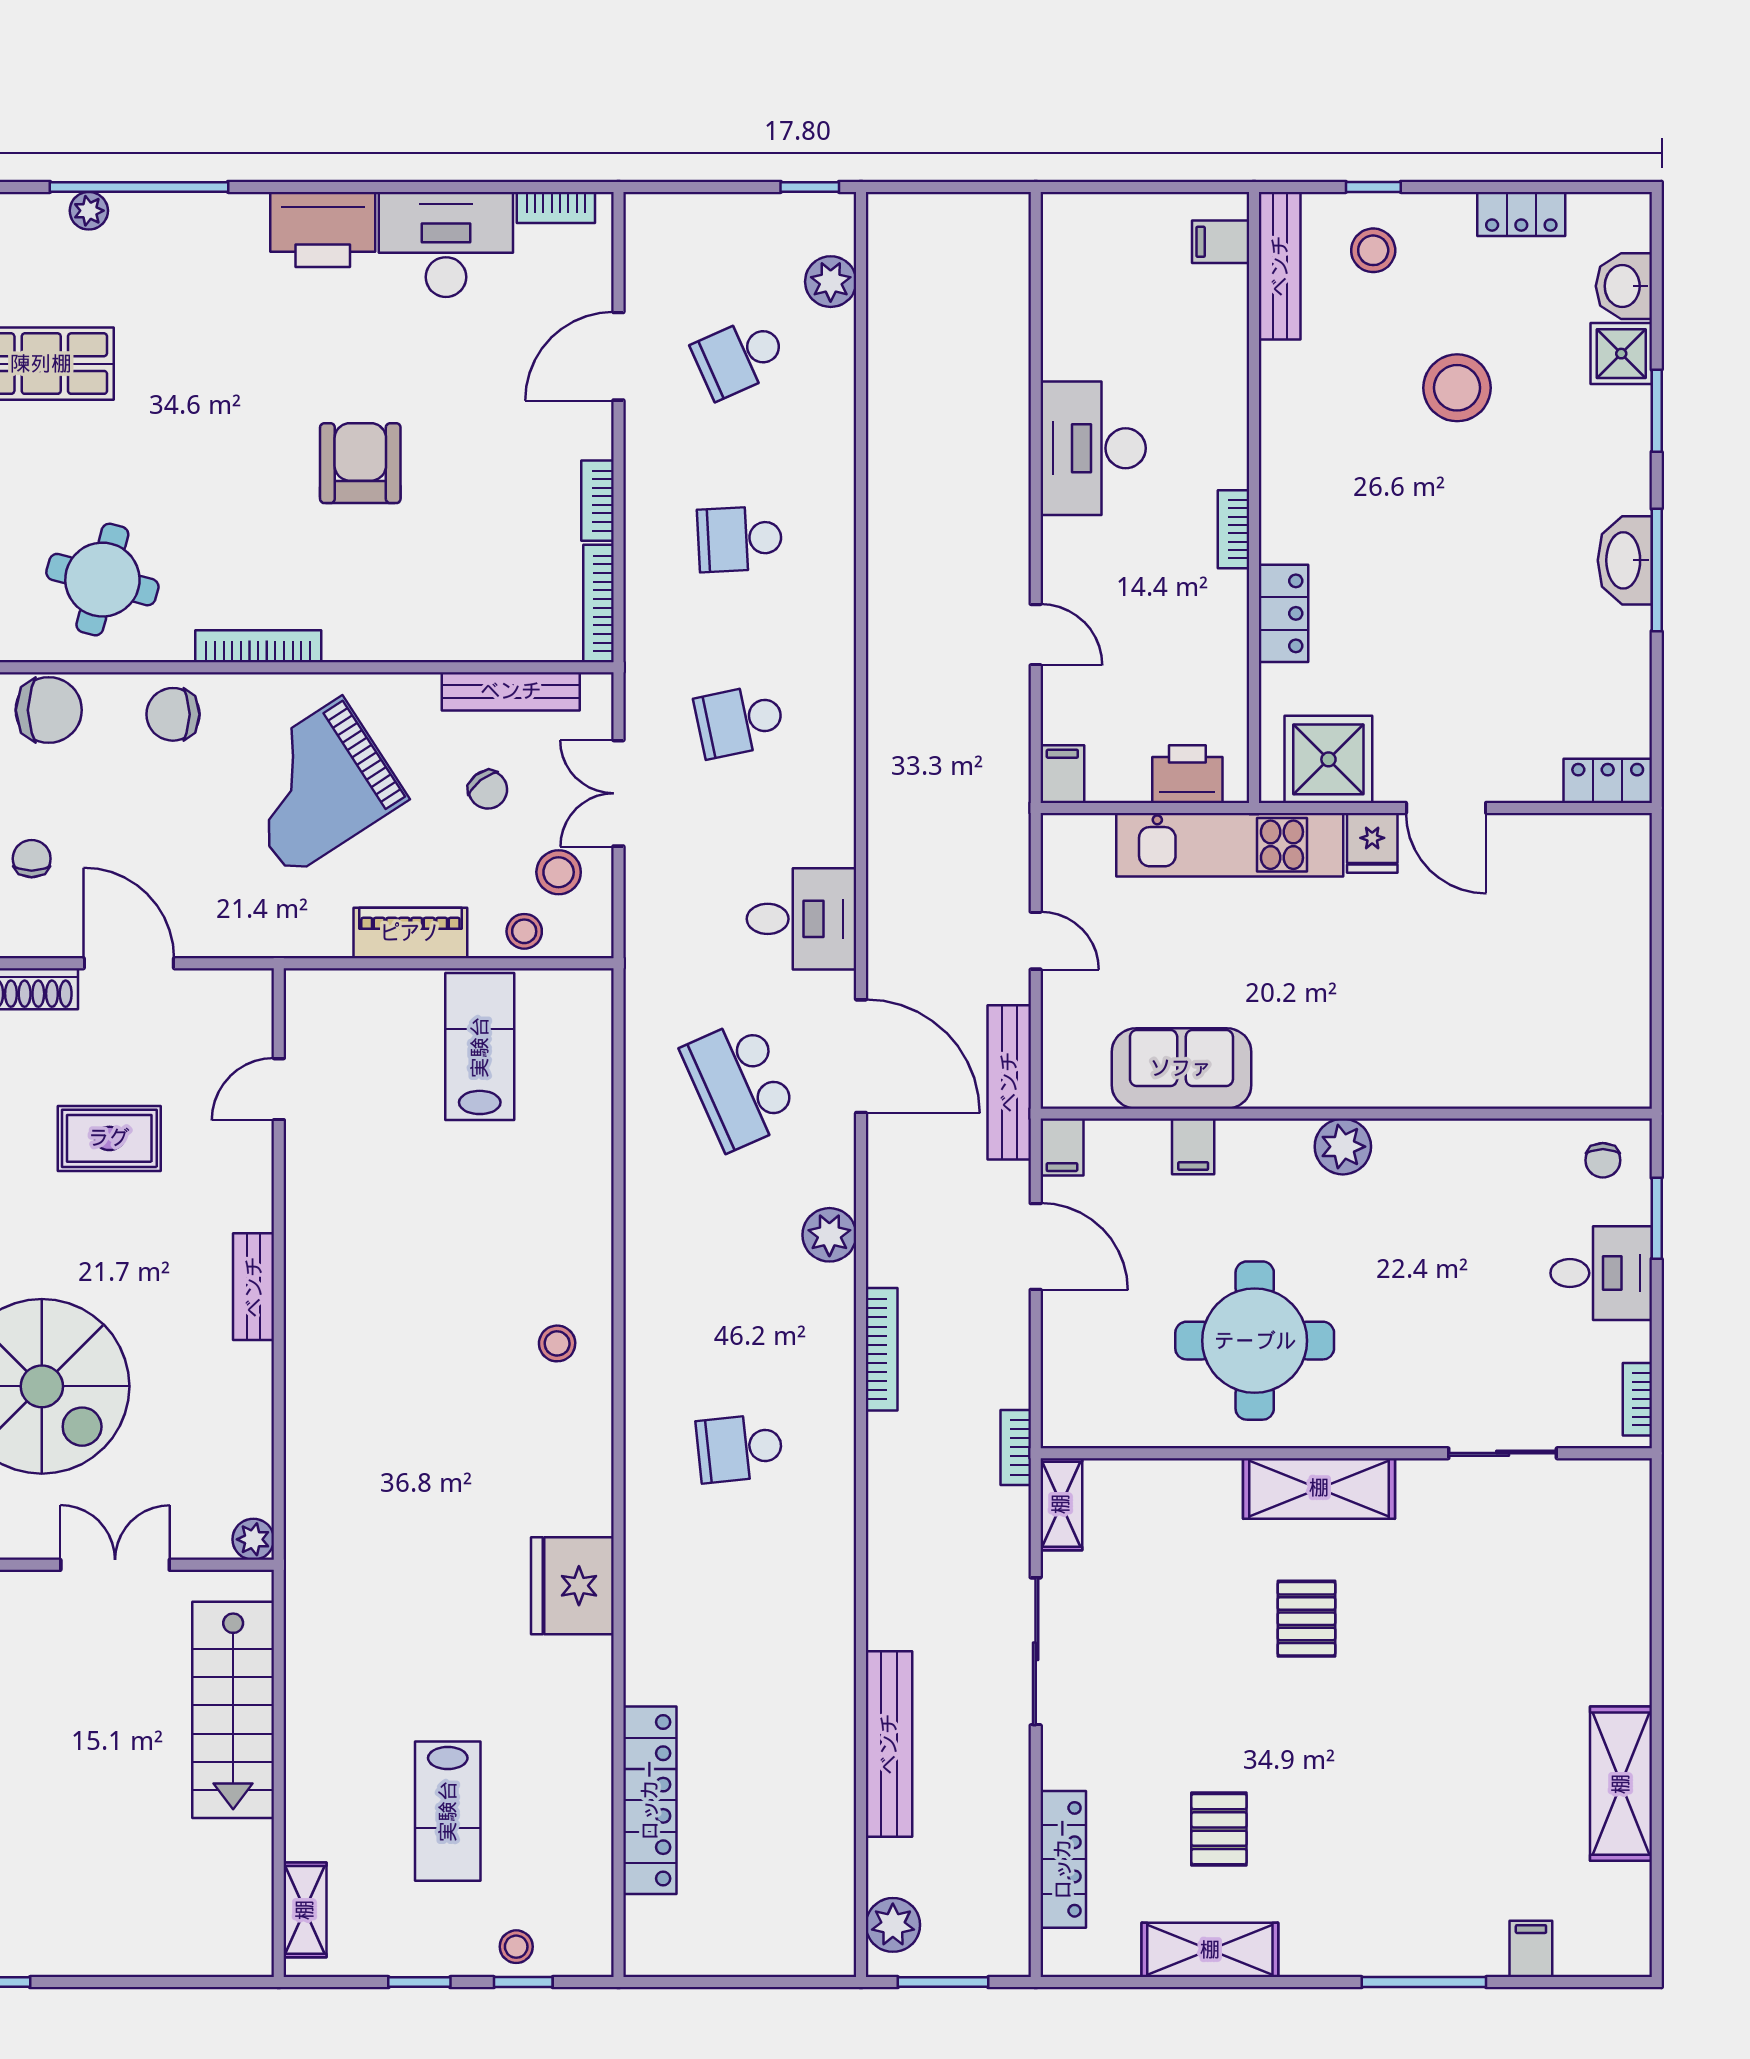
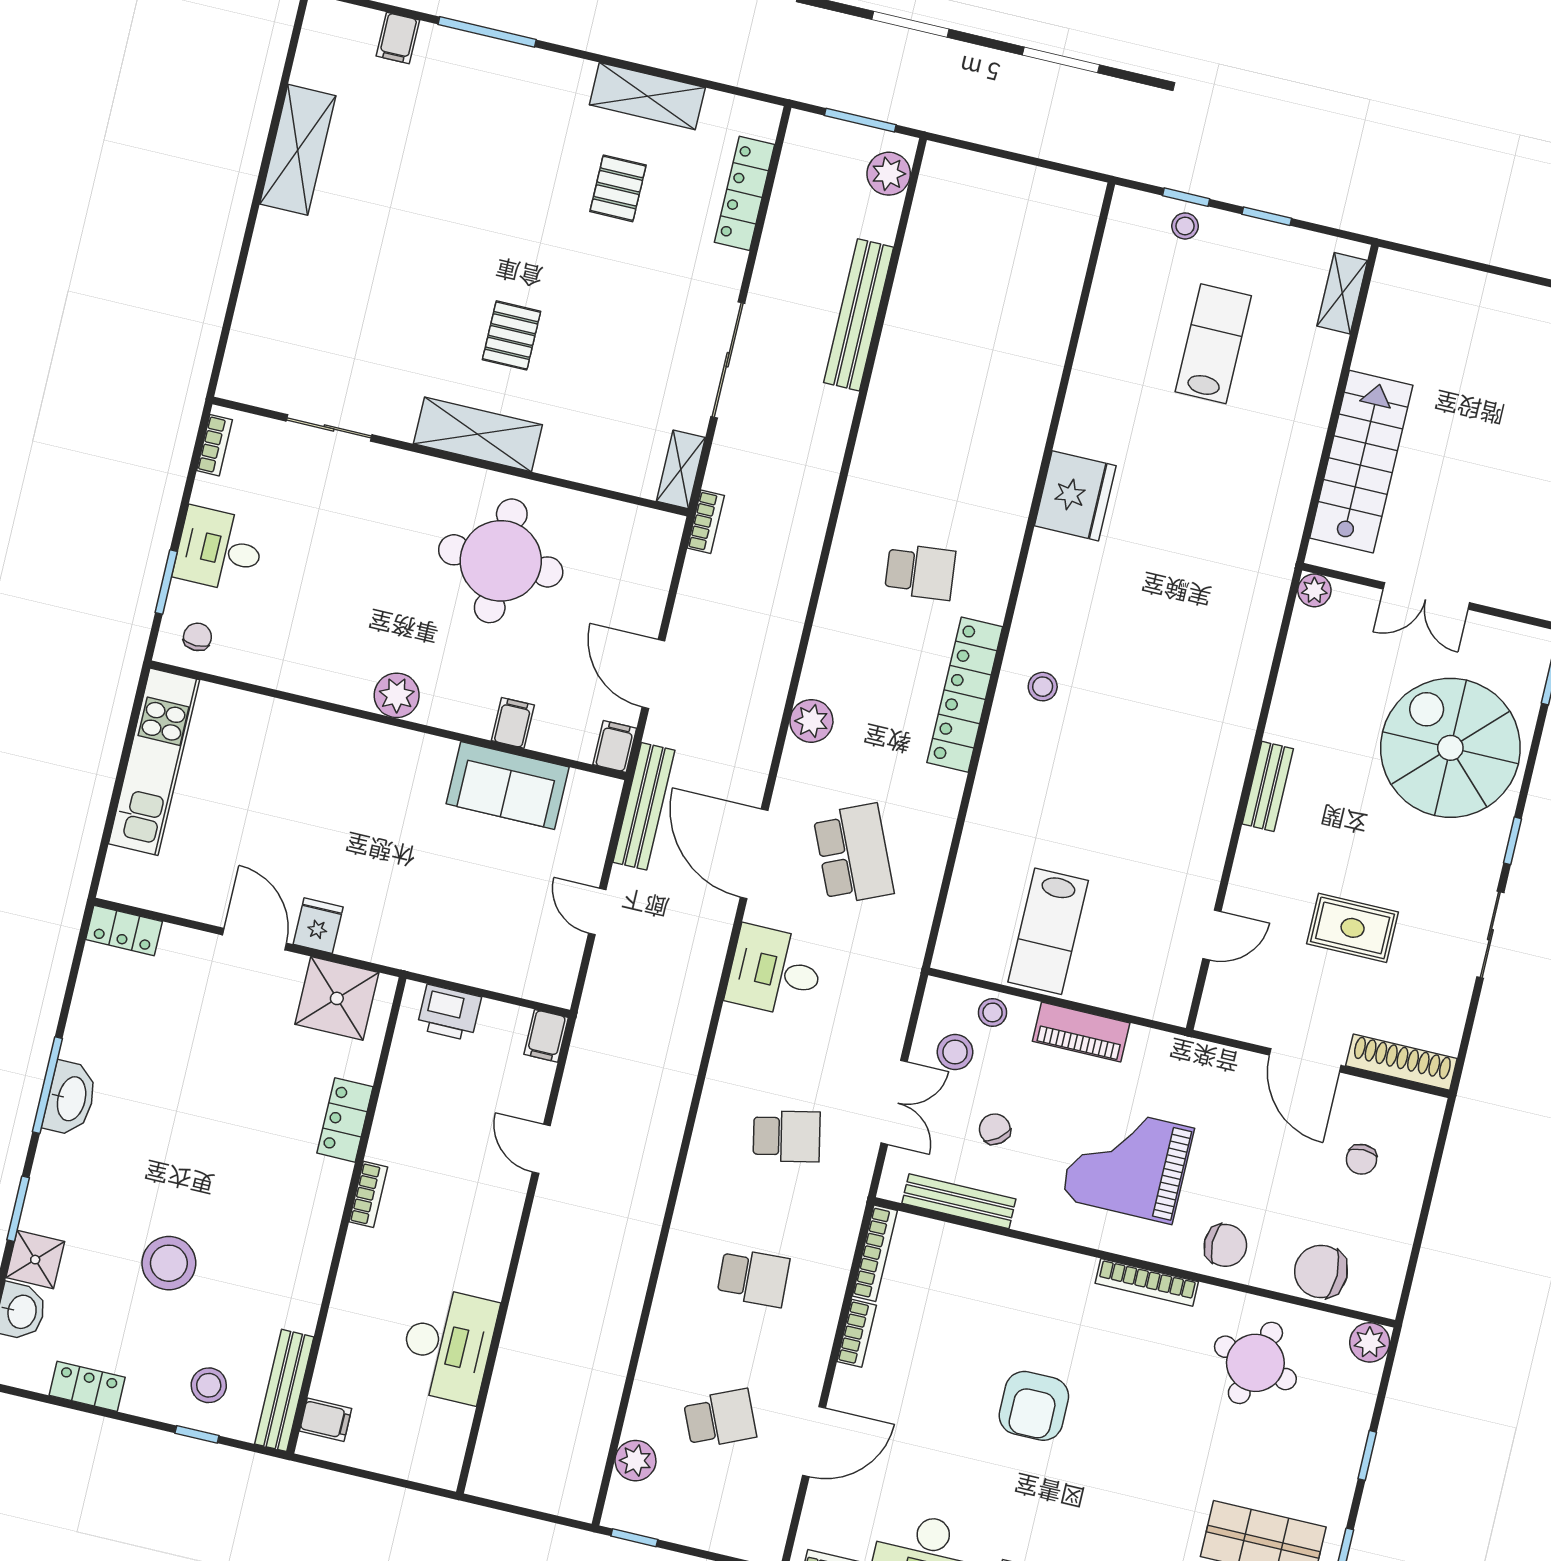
desk: (1093, 448) -> (448, 1345), moved
grand piano: (316, 786) -> (1128, 1163), turned -147
kitchen unit: (1230, 845) -> (154, 762), moved, turned 90
bookcase: (882, 1349) -> (792, 623), removed
locker: (650, 1800) -> (965, 695), moved

